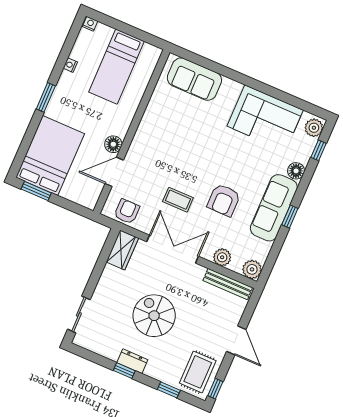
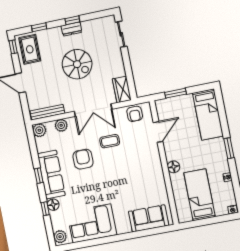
floor lamp: (113, 144) -> (174, 167), moved
window: (318, 150) -> (45, 209), moved
bed: (50, 156) -> (208, 114), width x0.67
window: (36, 191) -> (175, 93), moved

